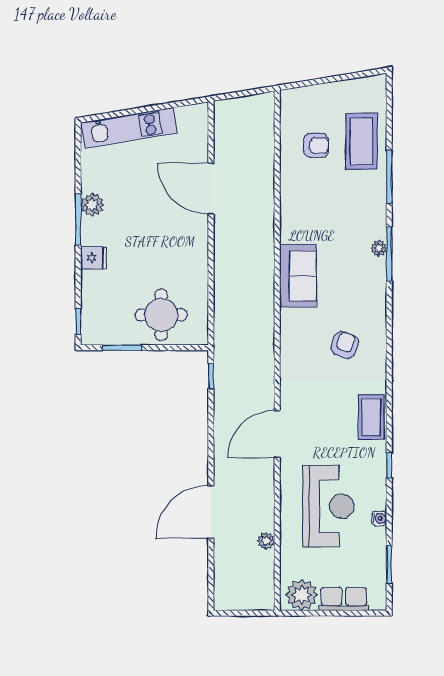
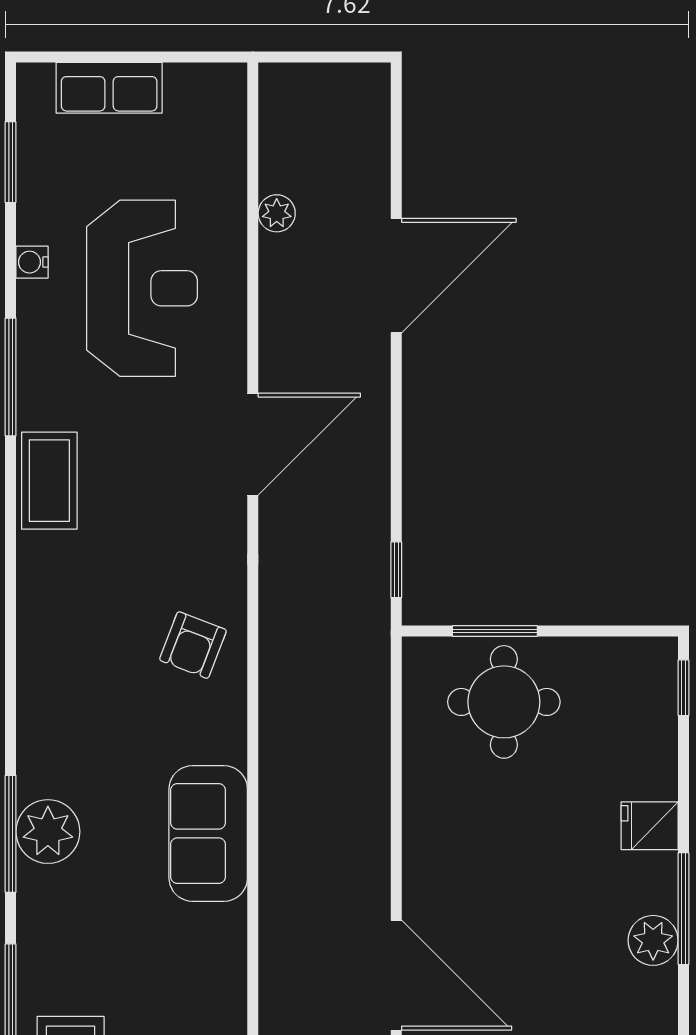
plant: (379, 248) -> (48, 832), width x1.88, depth x1.88
sofa: (298, 276) -> (208, 833), moved
armchair: (345, 345) -> (193, 645), moved
window: (122, 348) -> (495, 631), moved
window: (389, 465) -> (11, 377), width x2.17
reception desk: (328, 506) -> (142, 288), turned 180
plant: (302, 595) -> (200, 97), removed

